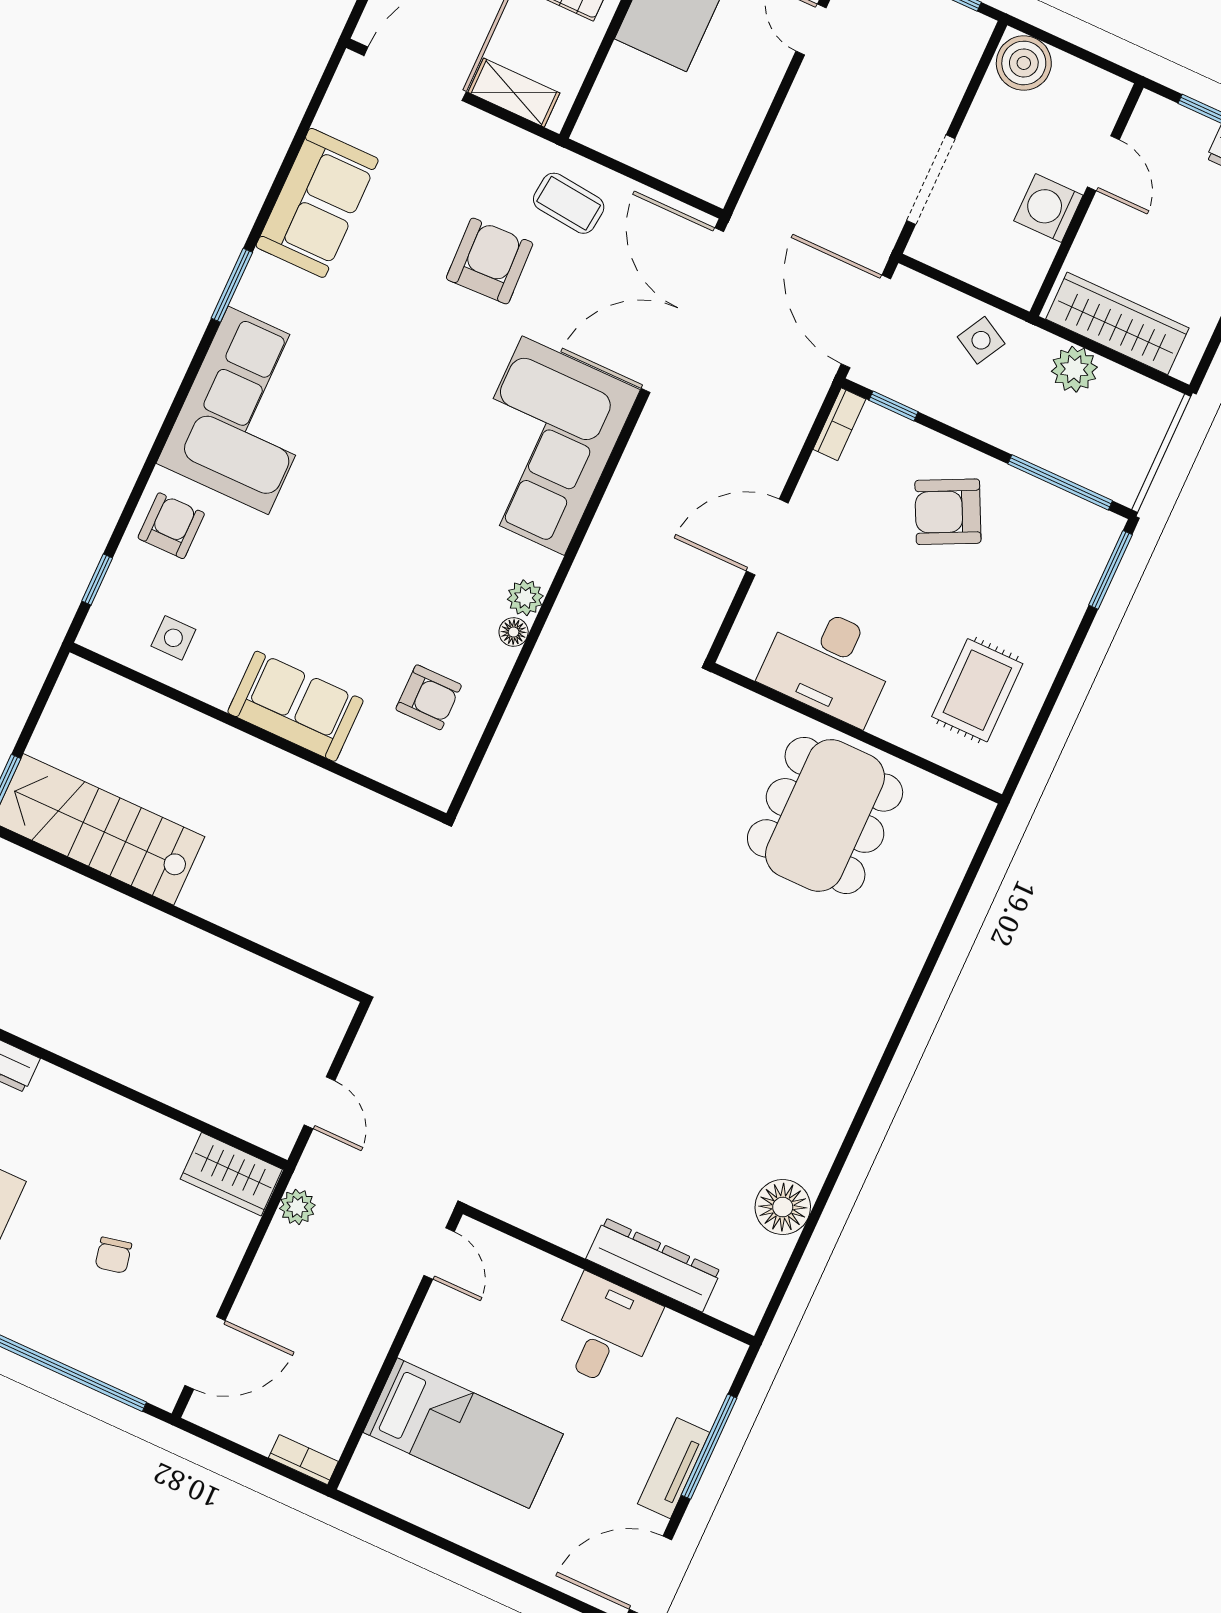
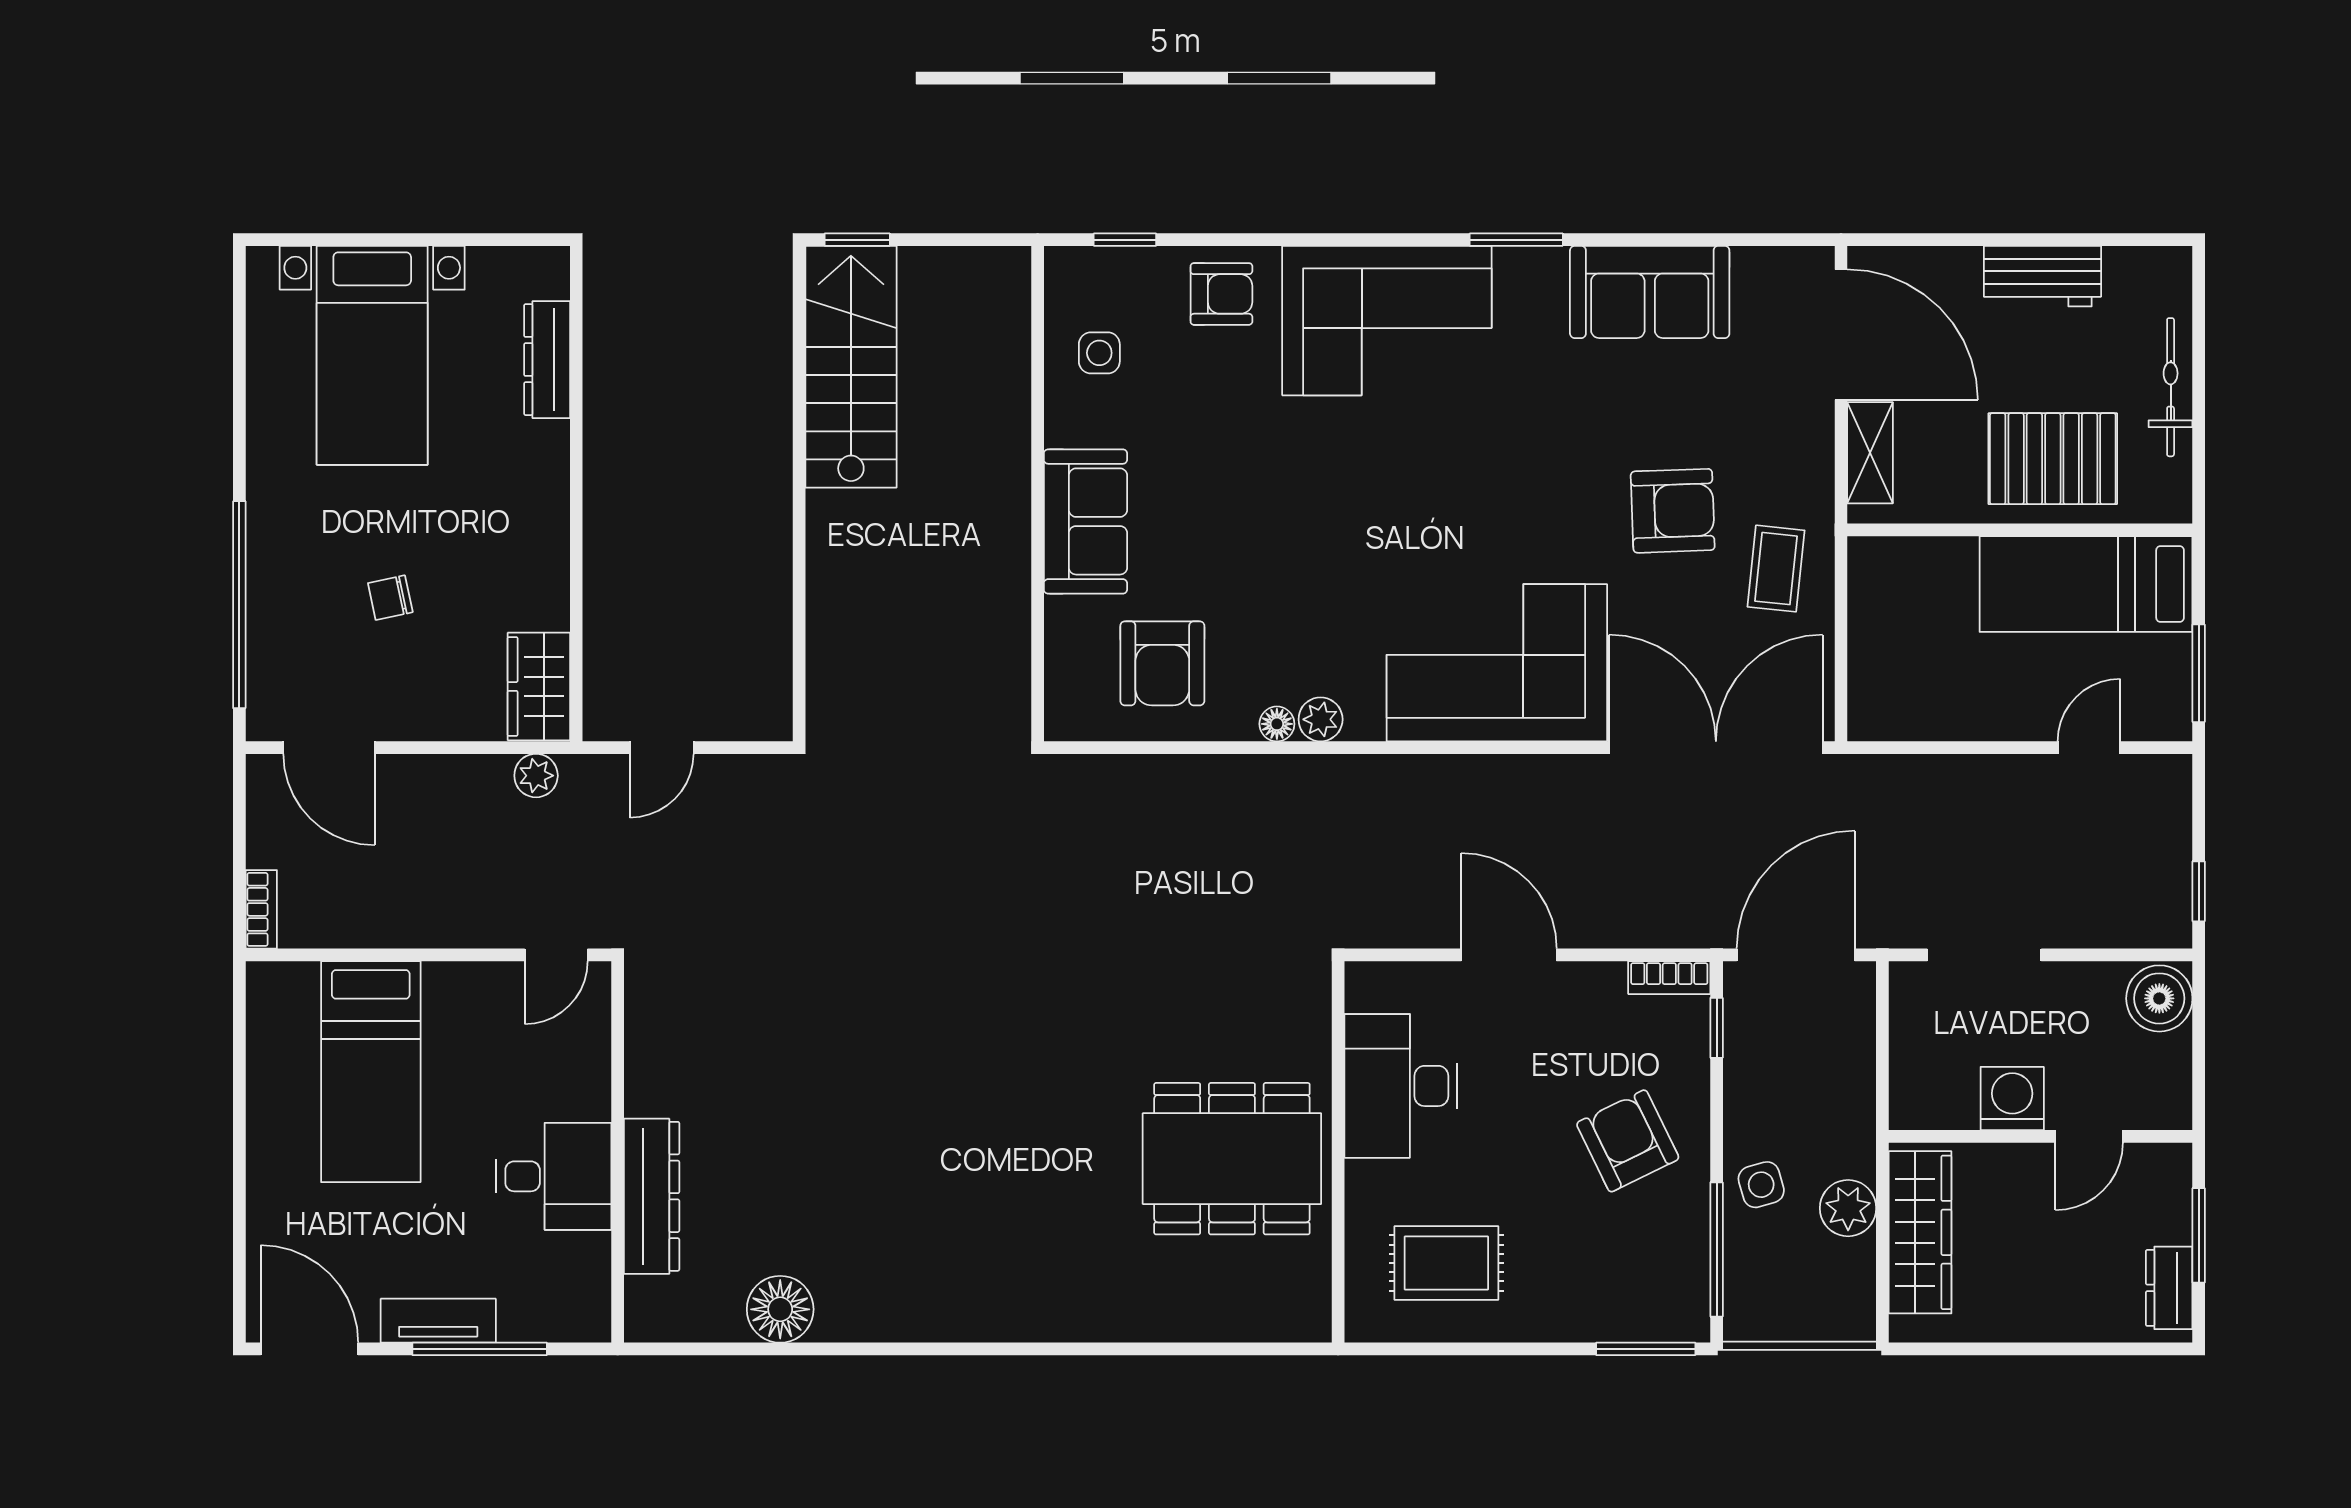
side table: (981, 340) -> (1761, 1185), moved, turned 45
armchair: (429, 697) -> (1162, 663), width x1.38, depth x1.38

